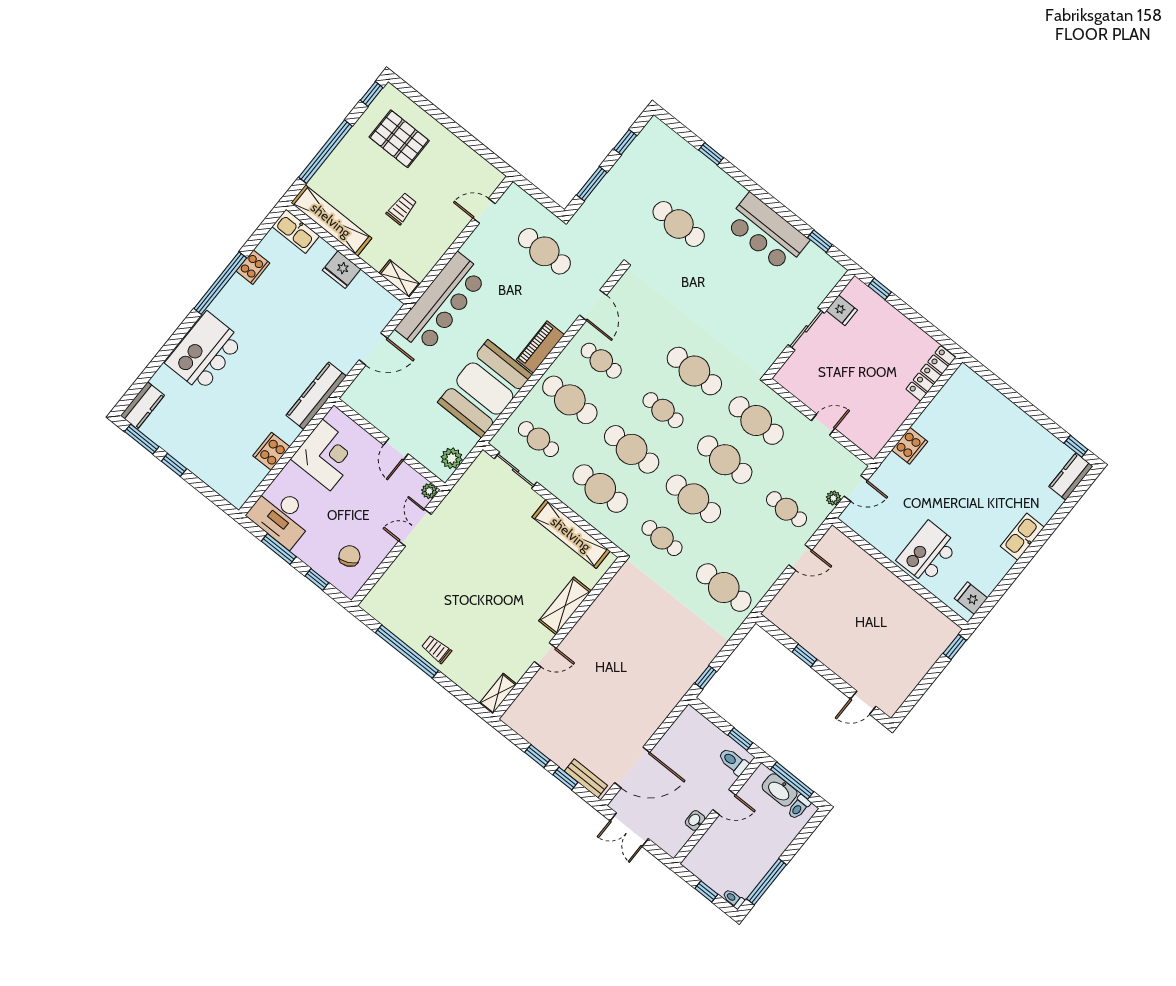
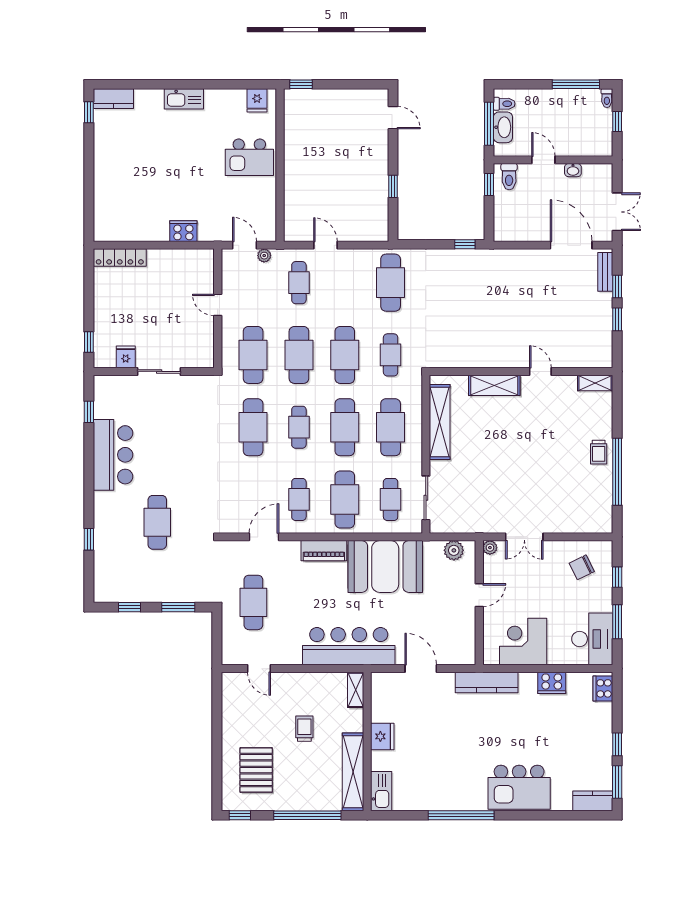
trolley: (402, 209) -> (304, 729), turned 90
cooker: (253, 267) -> (603, 688), moved, turned -90

